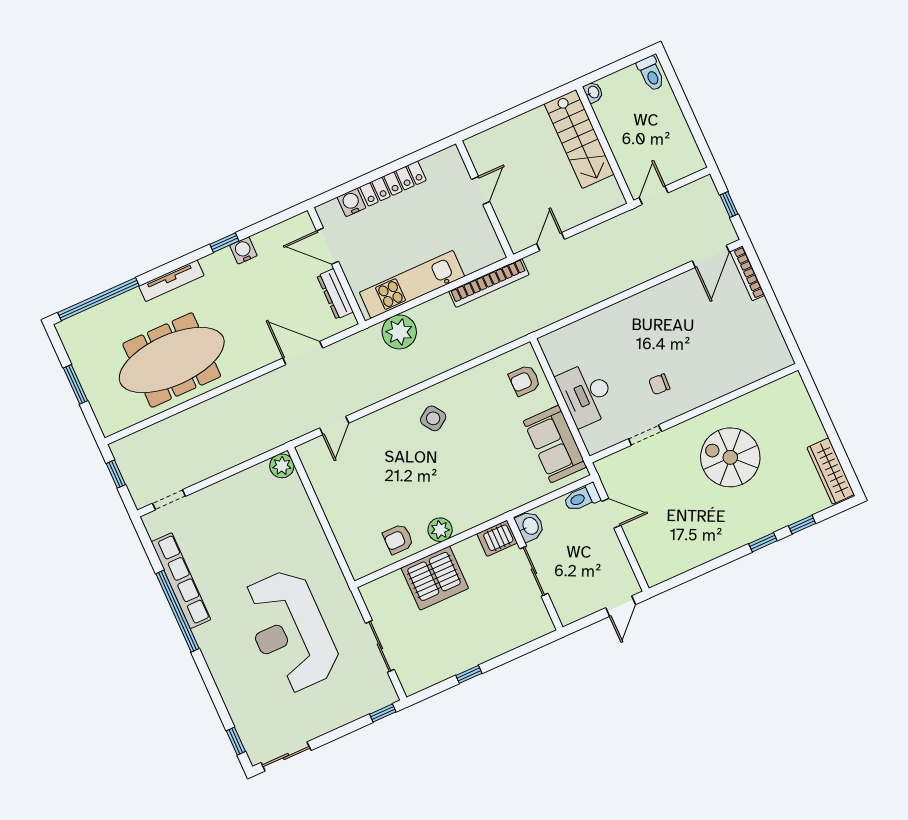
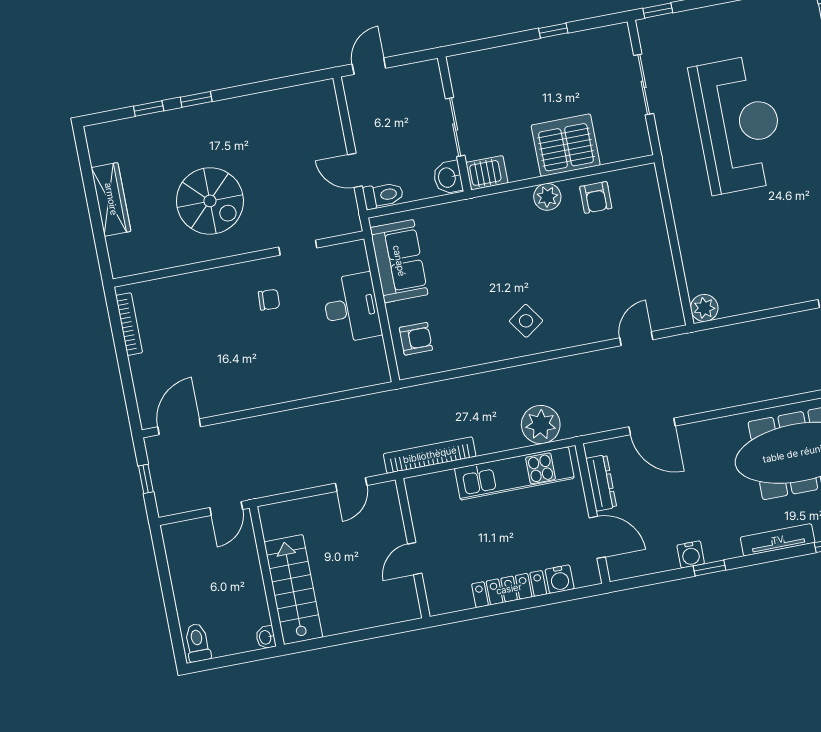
bookcase: (747, 273) -> (129, 324), moved
wardrobe: (831, 471) -> (111, 199), moved
armchair: (398, 539) -> (596, 197), turned 90

